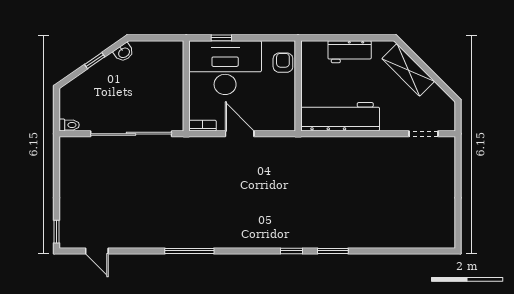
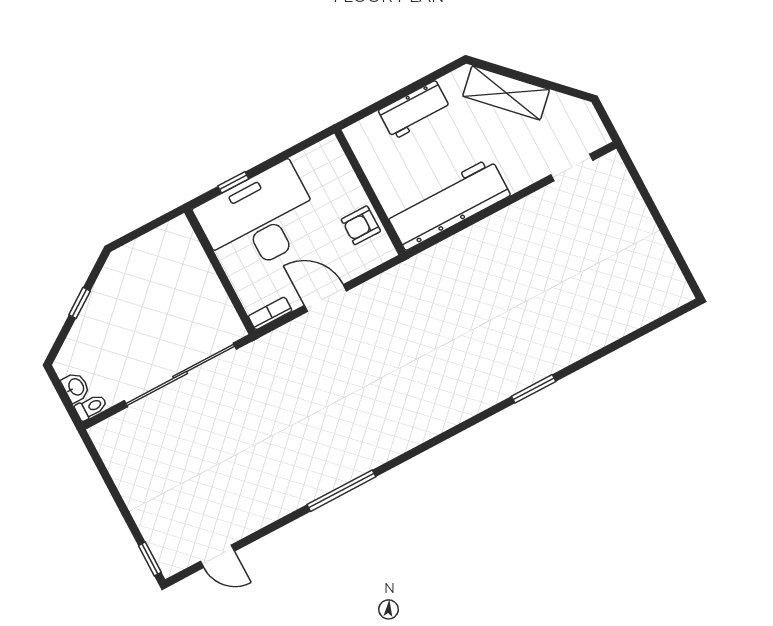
washbasin: (124, 52) -> (76, 387), moved, turned -55
armchair: (283, 63) -> (361, 225), moved, turned -90
window: (291, 251) -> (478, 418), removed

